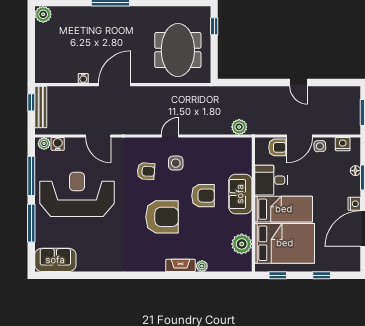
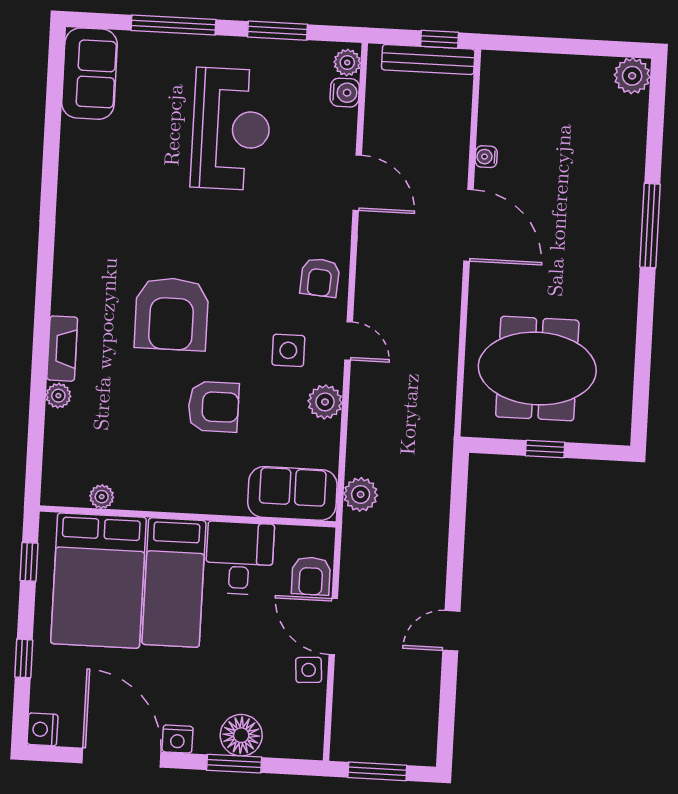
window: (214, 26) -> (545, 449), moved
door: (98, 136) -> (357, 183), swing flipped
nightstand: (343, 144) -> (42, 729), moved, turned 180
plant: (198, 145) -> (325, 402), added
armchair: (146, 171) -> (320, 277), moved
floor lamp: (355, 171) -> (241, 735), width x1.89, depth x1.89
window: (31, 176) -> (277, 31), width x0.69
reception desk: (77, 194) -> (231, 129), width x0.74, depth x0.77
sofa: (240, 194) -> (292, 493), moved
armchair: (203, 196) -> (213, 407), turned -90
plant: (242, 244) -> (102, 497), width x0.53, depth x0.53

